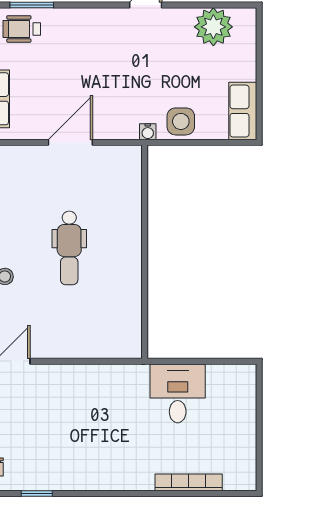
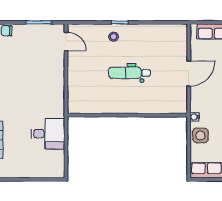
door: (70, 142) -> (189, 74), hinge flipped

